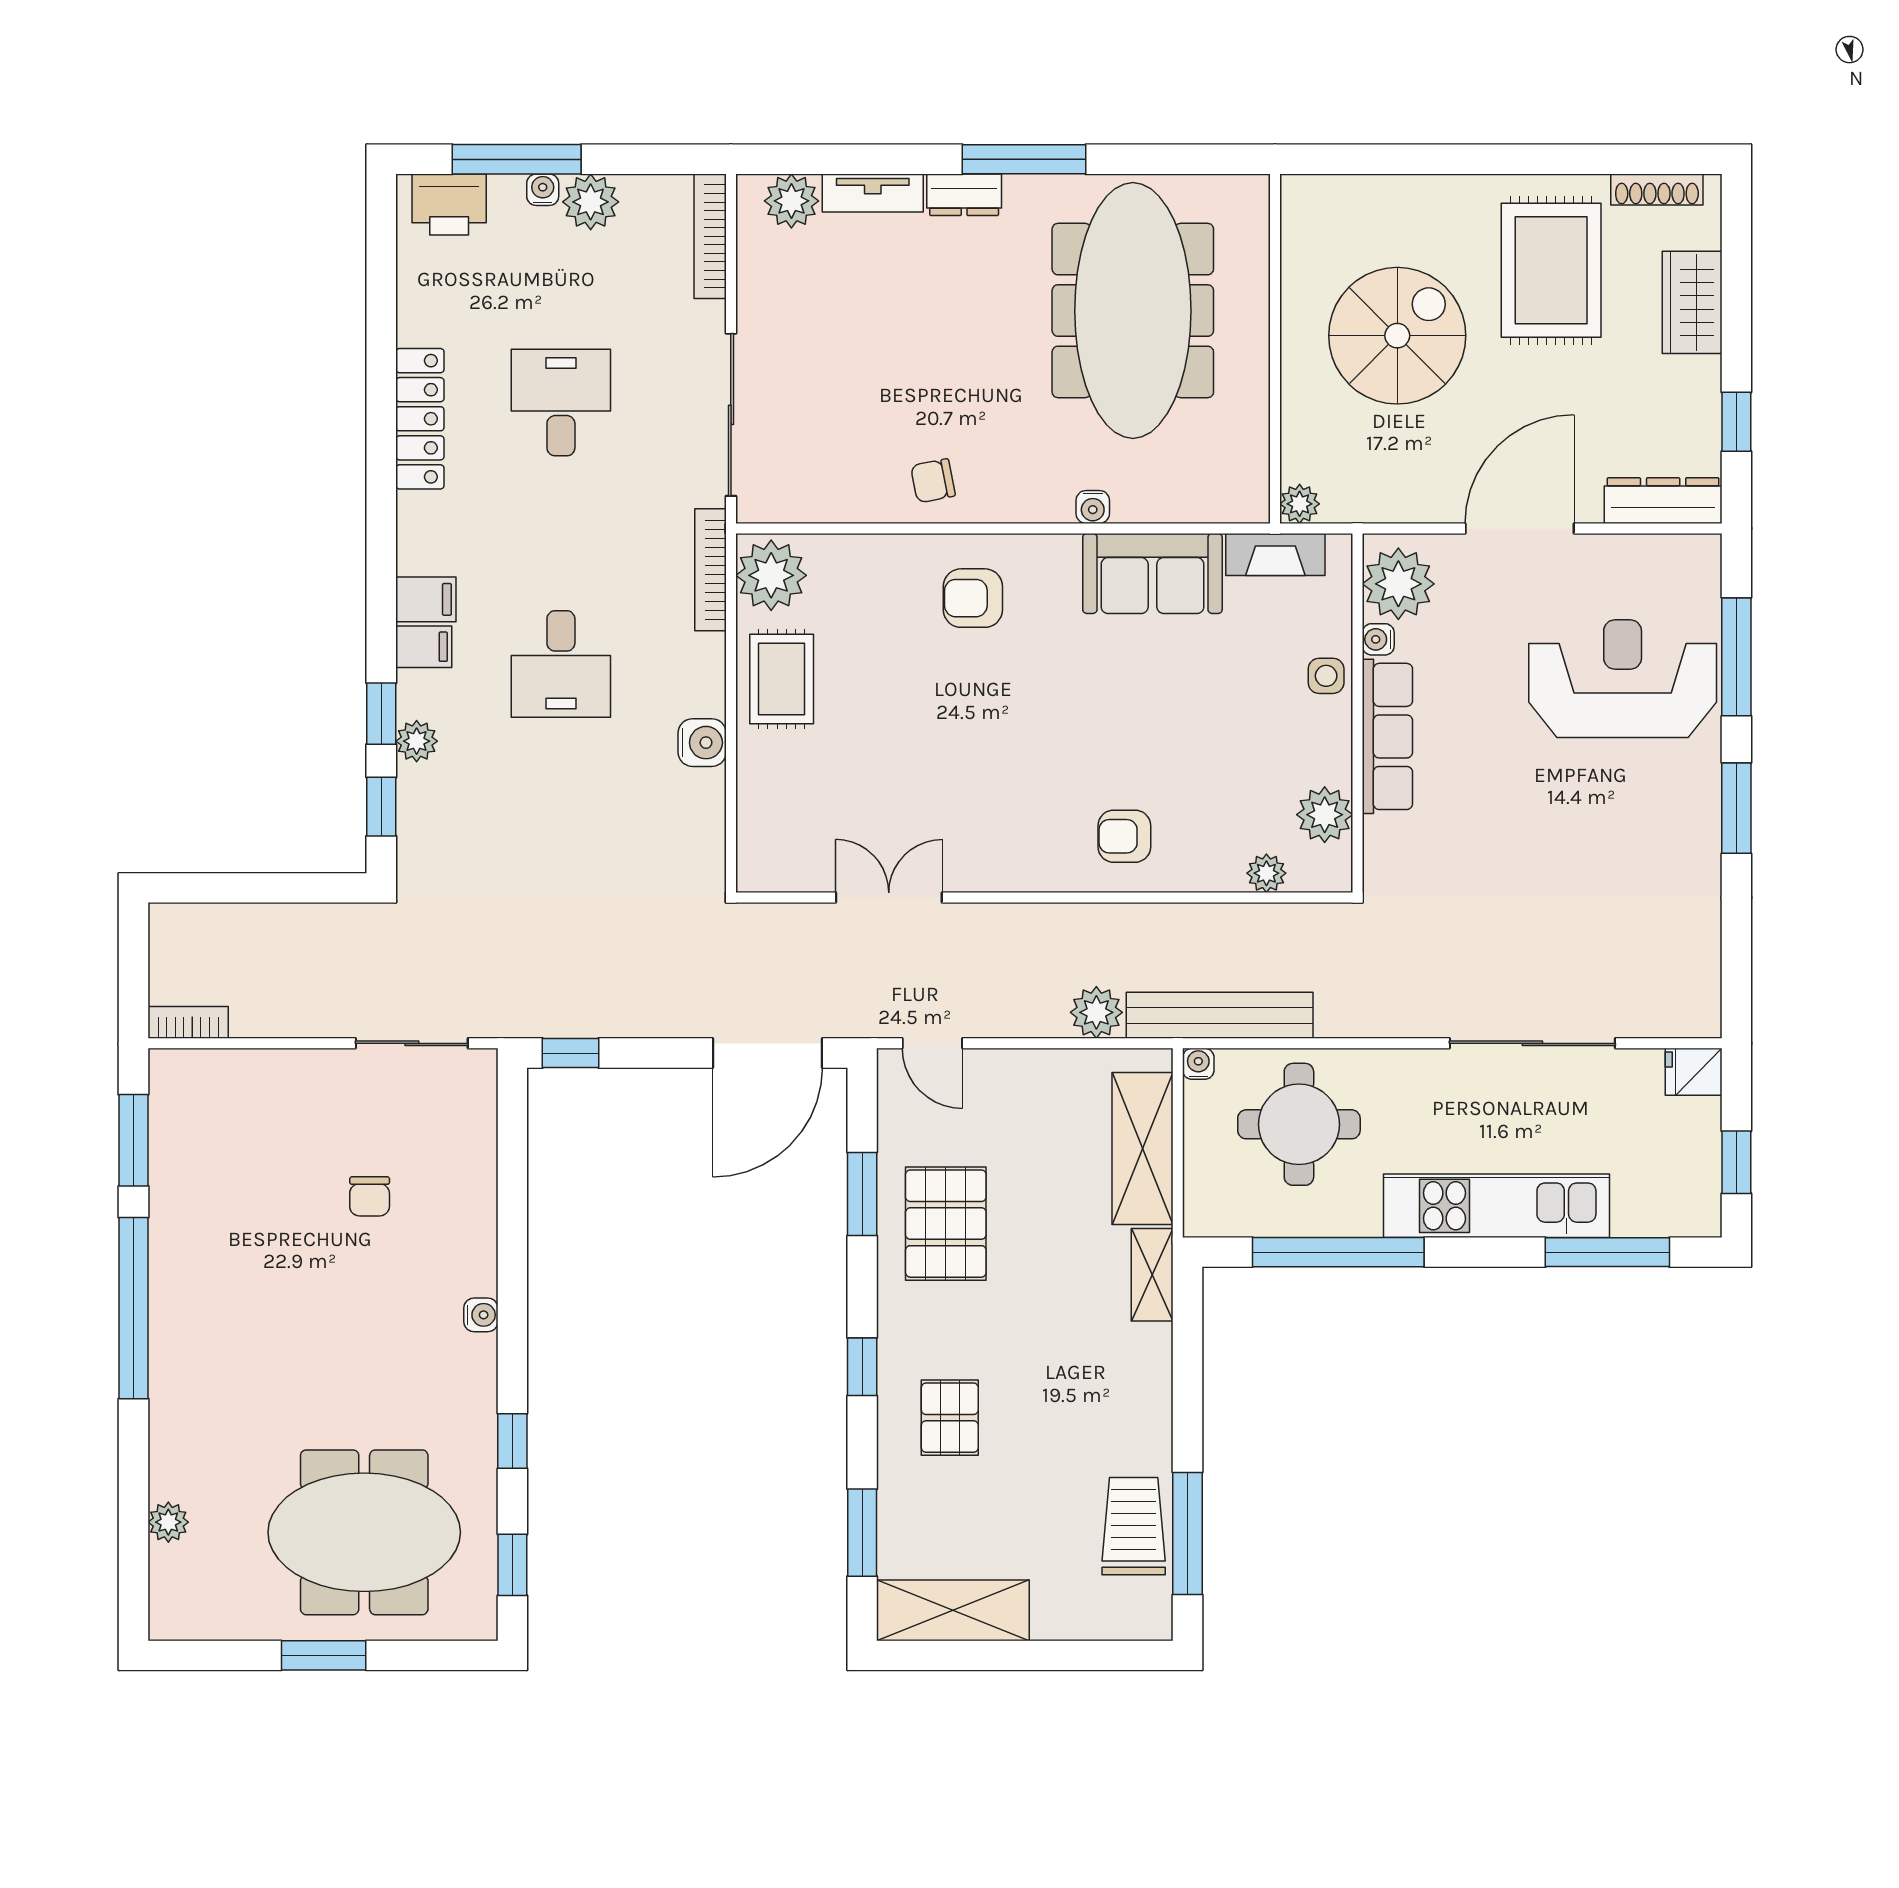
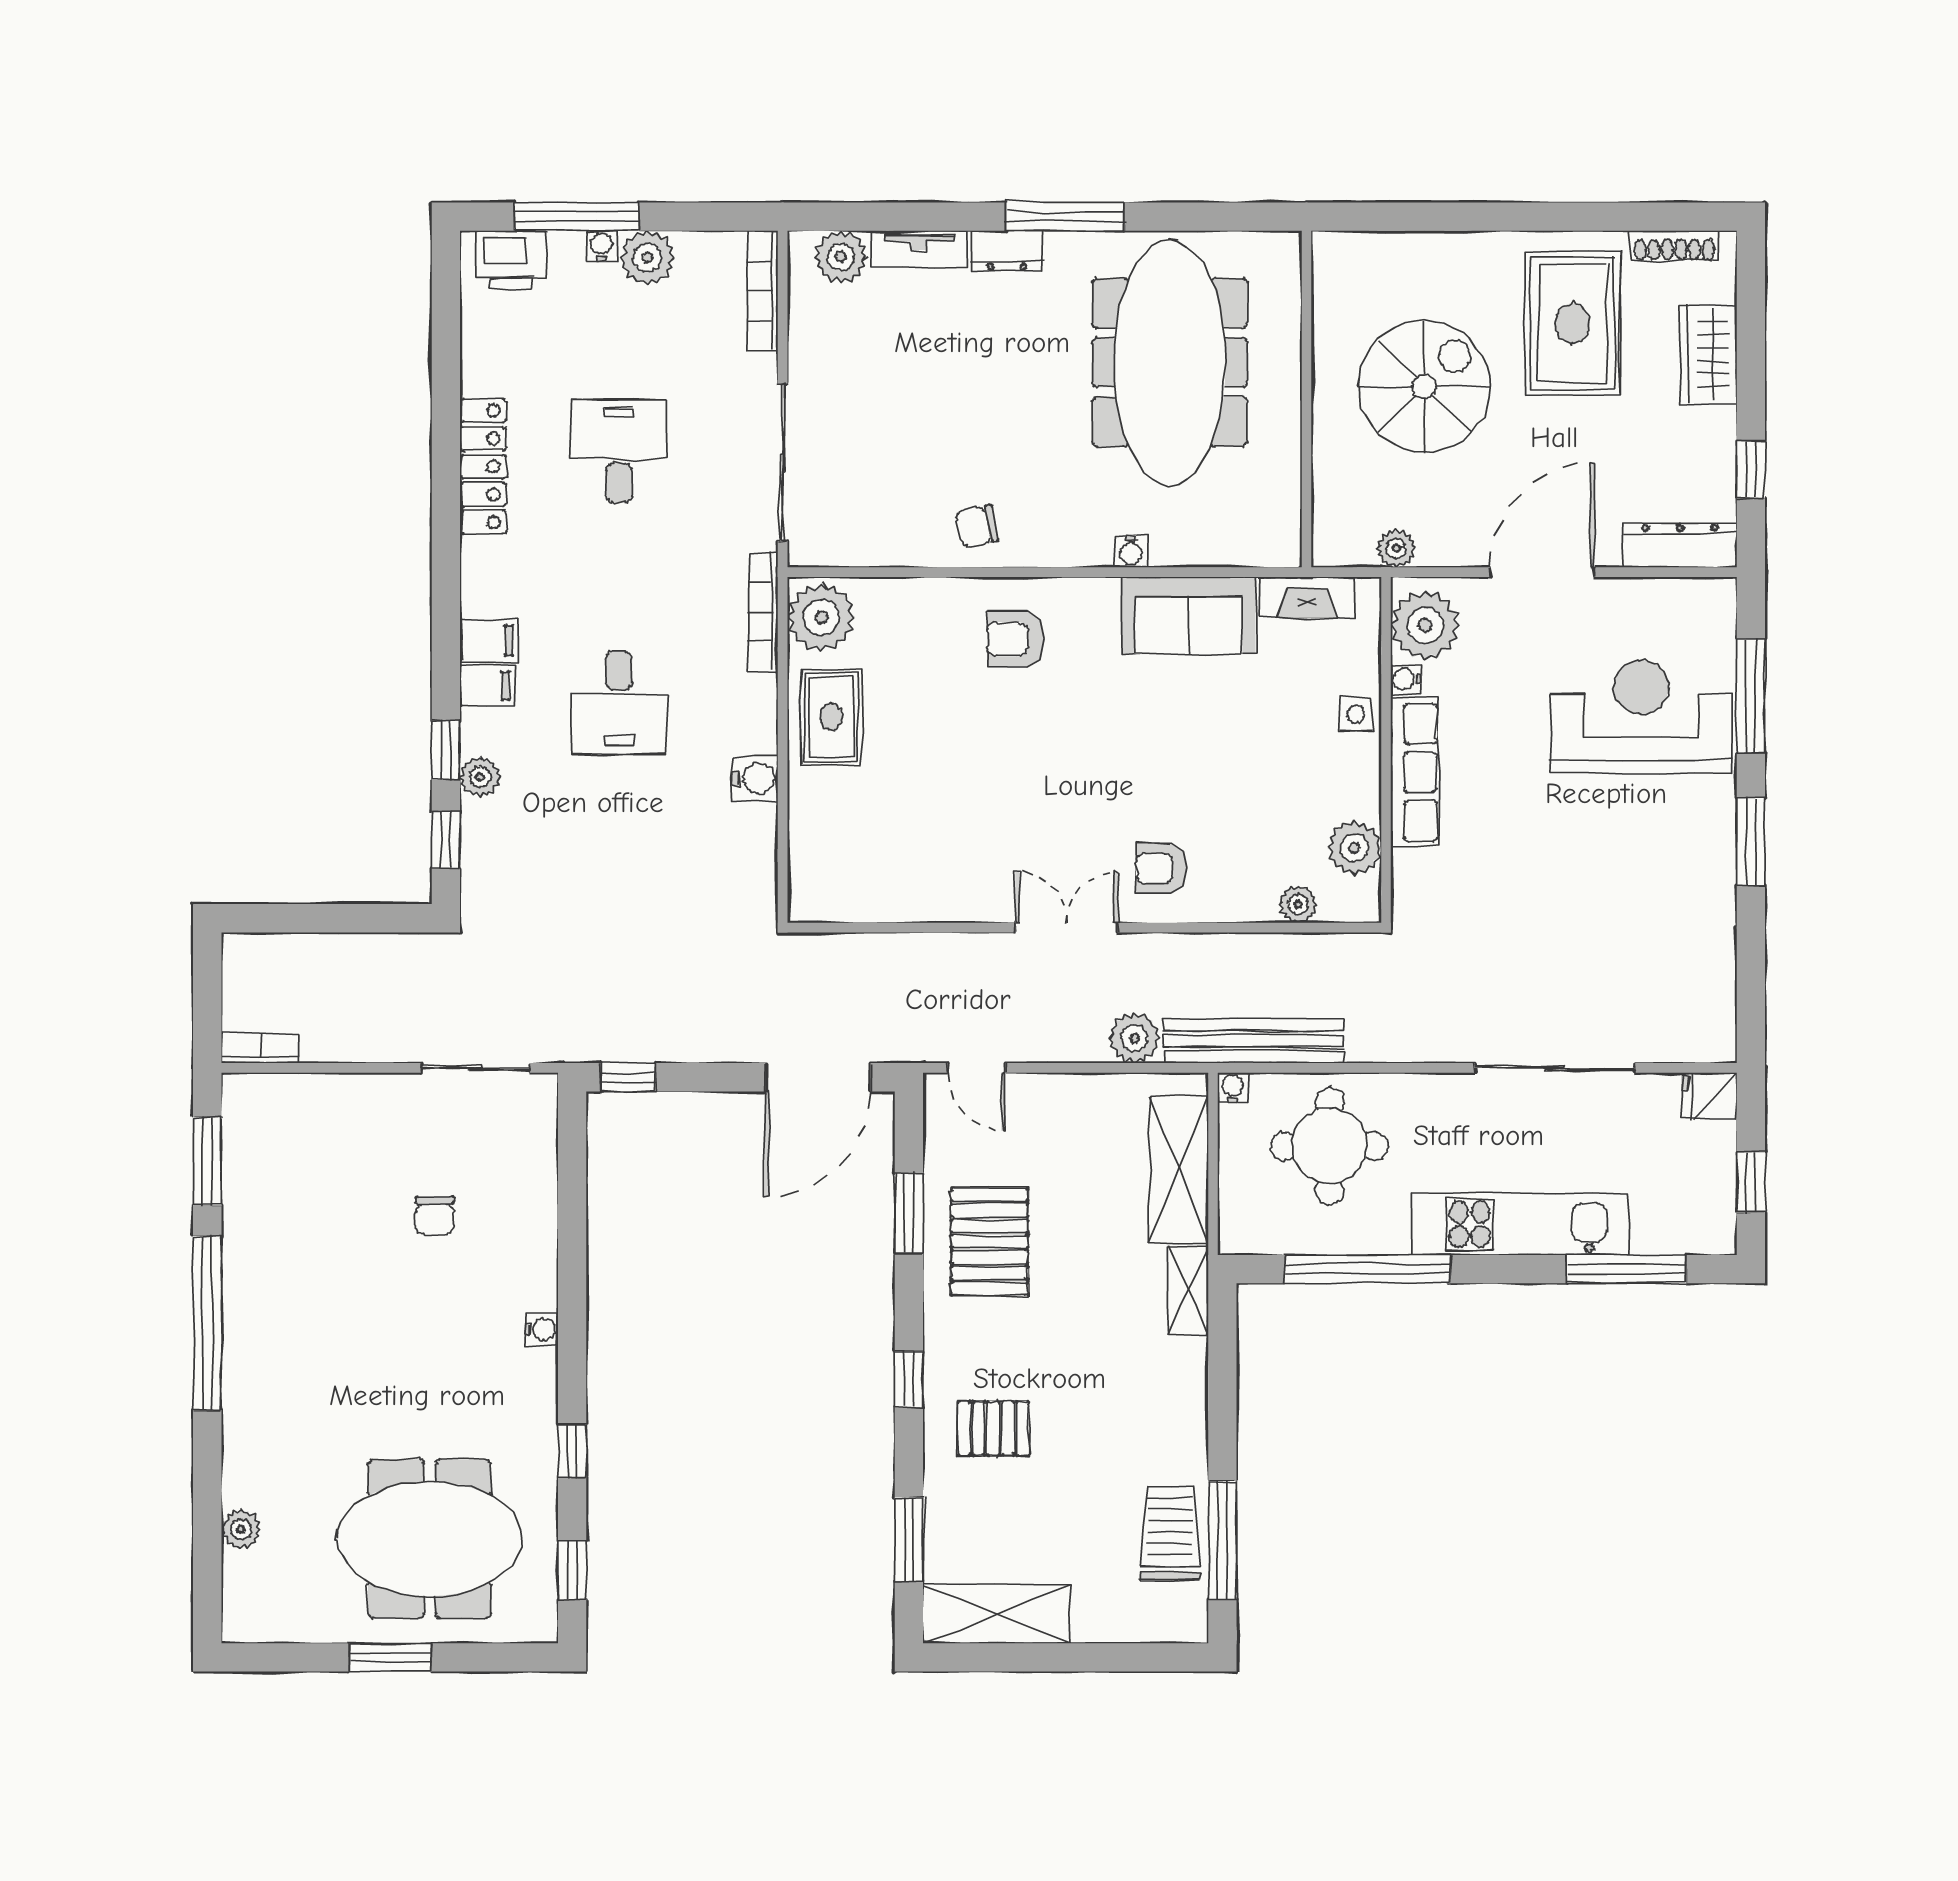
plant: (1300, 504) -> (1396, 548), moved
double door: (889, 898) -> (1067, 928), moved
pallet: (950, 1418) -> (993, 1428), turned 90

